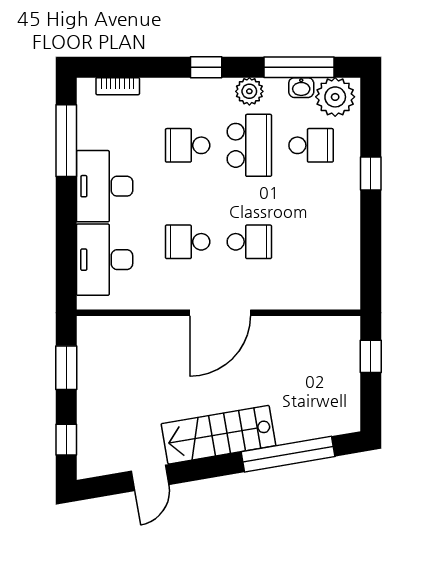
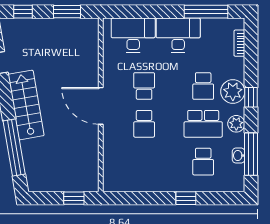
plant: (335, 97) -> (233, 92), moved
school desk: (188, 145) -> (203, 86), turned 180

